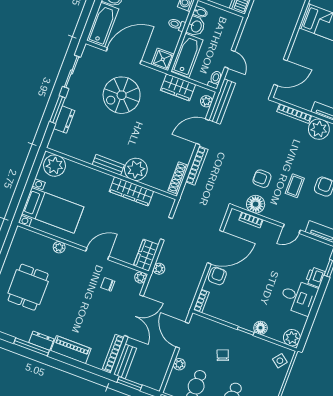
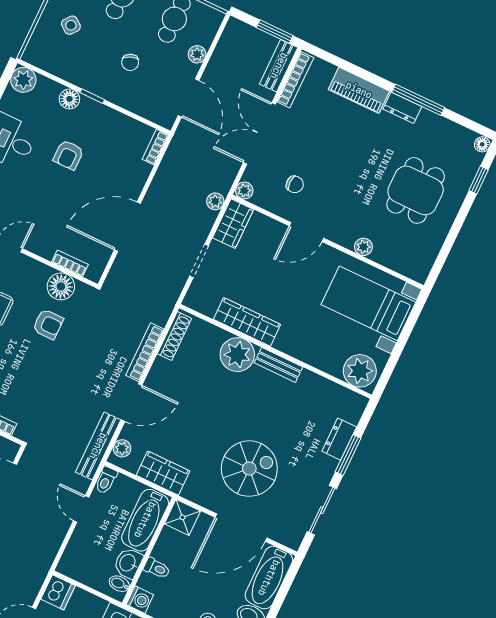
armchair: (217, 276) -> (69, 155), moved
side table: (280, 361) -> (71, 25), moved

